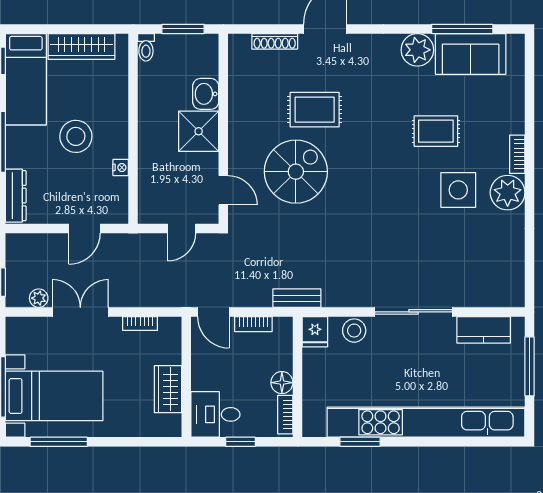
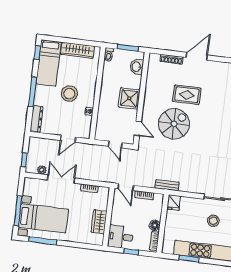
washbasin: (206, 94) -> (137, 67), moved
door: (182, 228) -> (115, 145), hinge flipped
stool: (354, 331) -> (213, 221), moved

